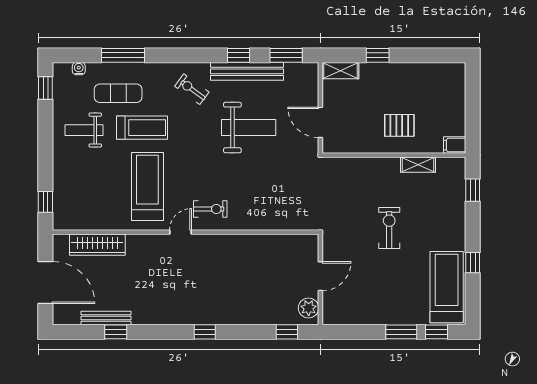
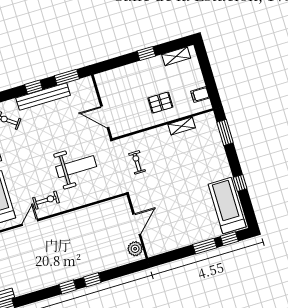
window: (378, 55) -> (146, 54), moved
shelving: (340, 71) -> (176, 56), moved
weight bench: (249, 127) -> (76, 167), moved
filing cabinet: (455, 145) -> (200, 95), moved
window: (473, 190) -> (225, 132), width x1.50
exercise bike: (389, 228) -> (137, 162), moved, width x0.73, depth x0.72
window: (287, 332) -> (92, 280), moved

